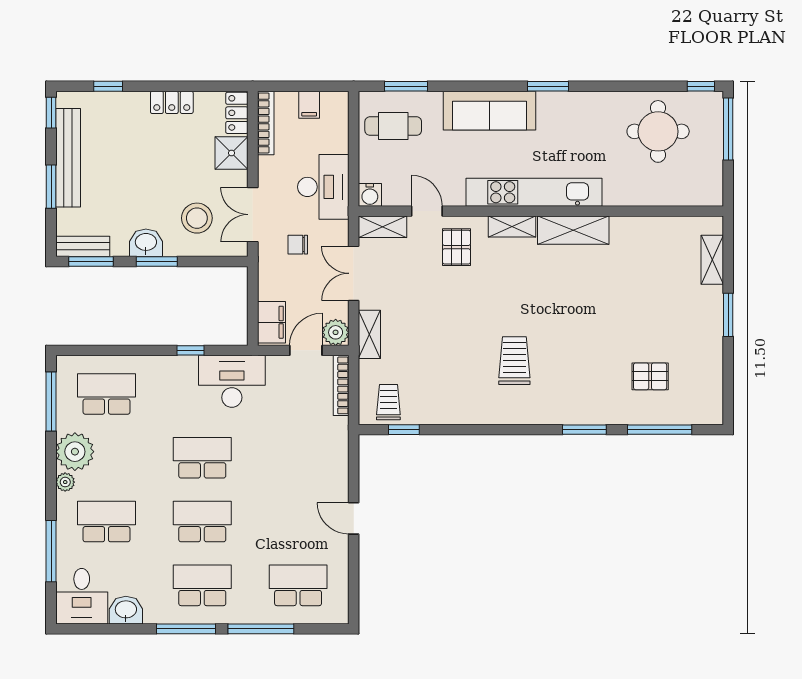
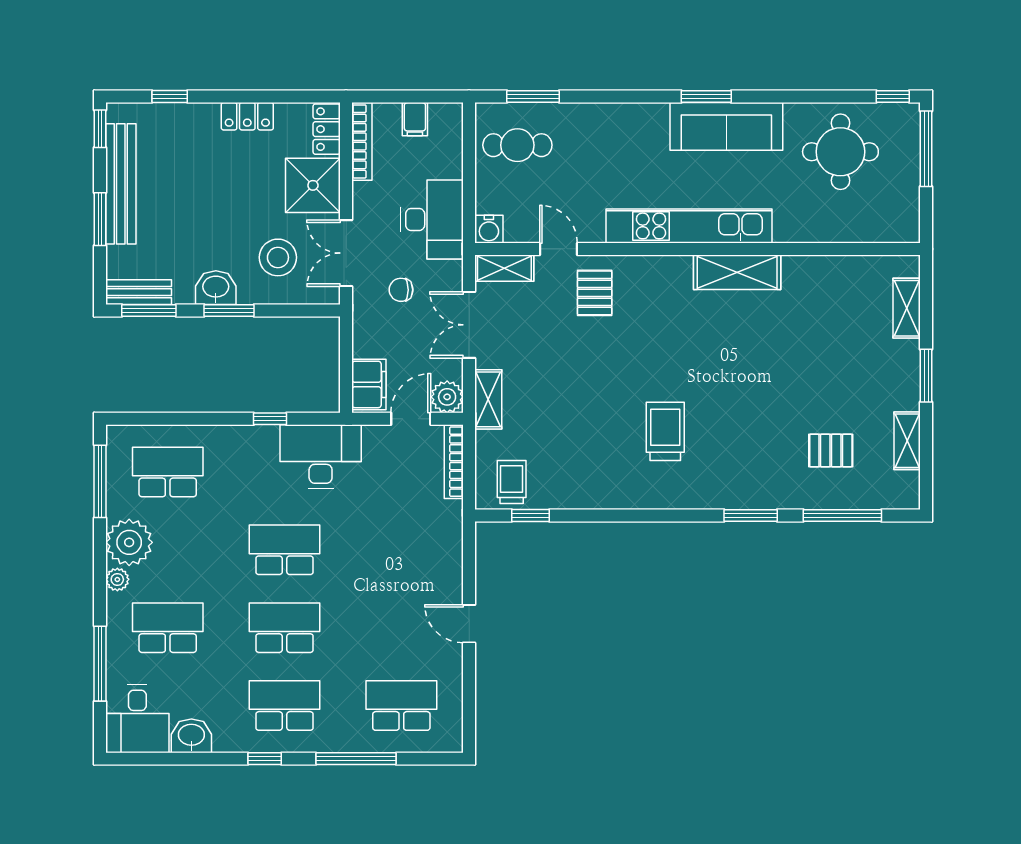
sofa: (489, 111) -> (726, 126), moved
shower: (232, 153) -> (313, 185), width x1.36, depth x1.36
shelving: (512, 227) -> (907, 441), moved, turned 90
window: (186, 629) -> (265, 759), width x0.46

